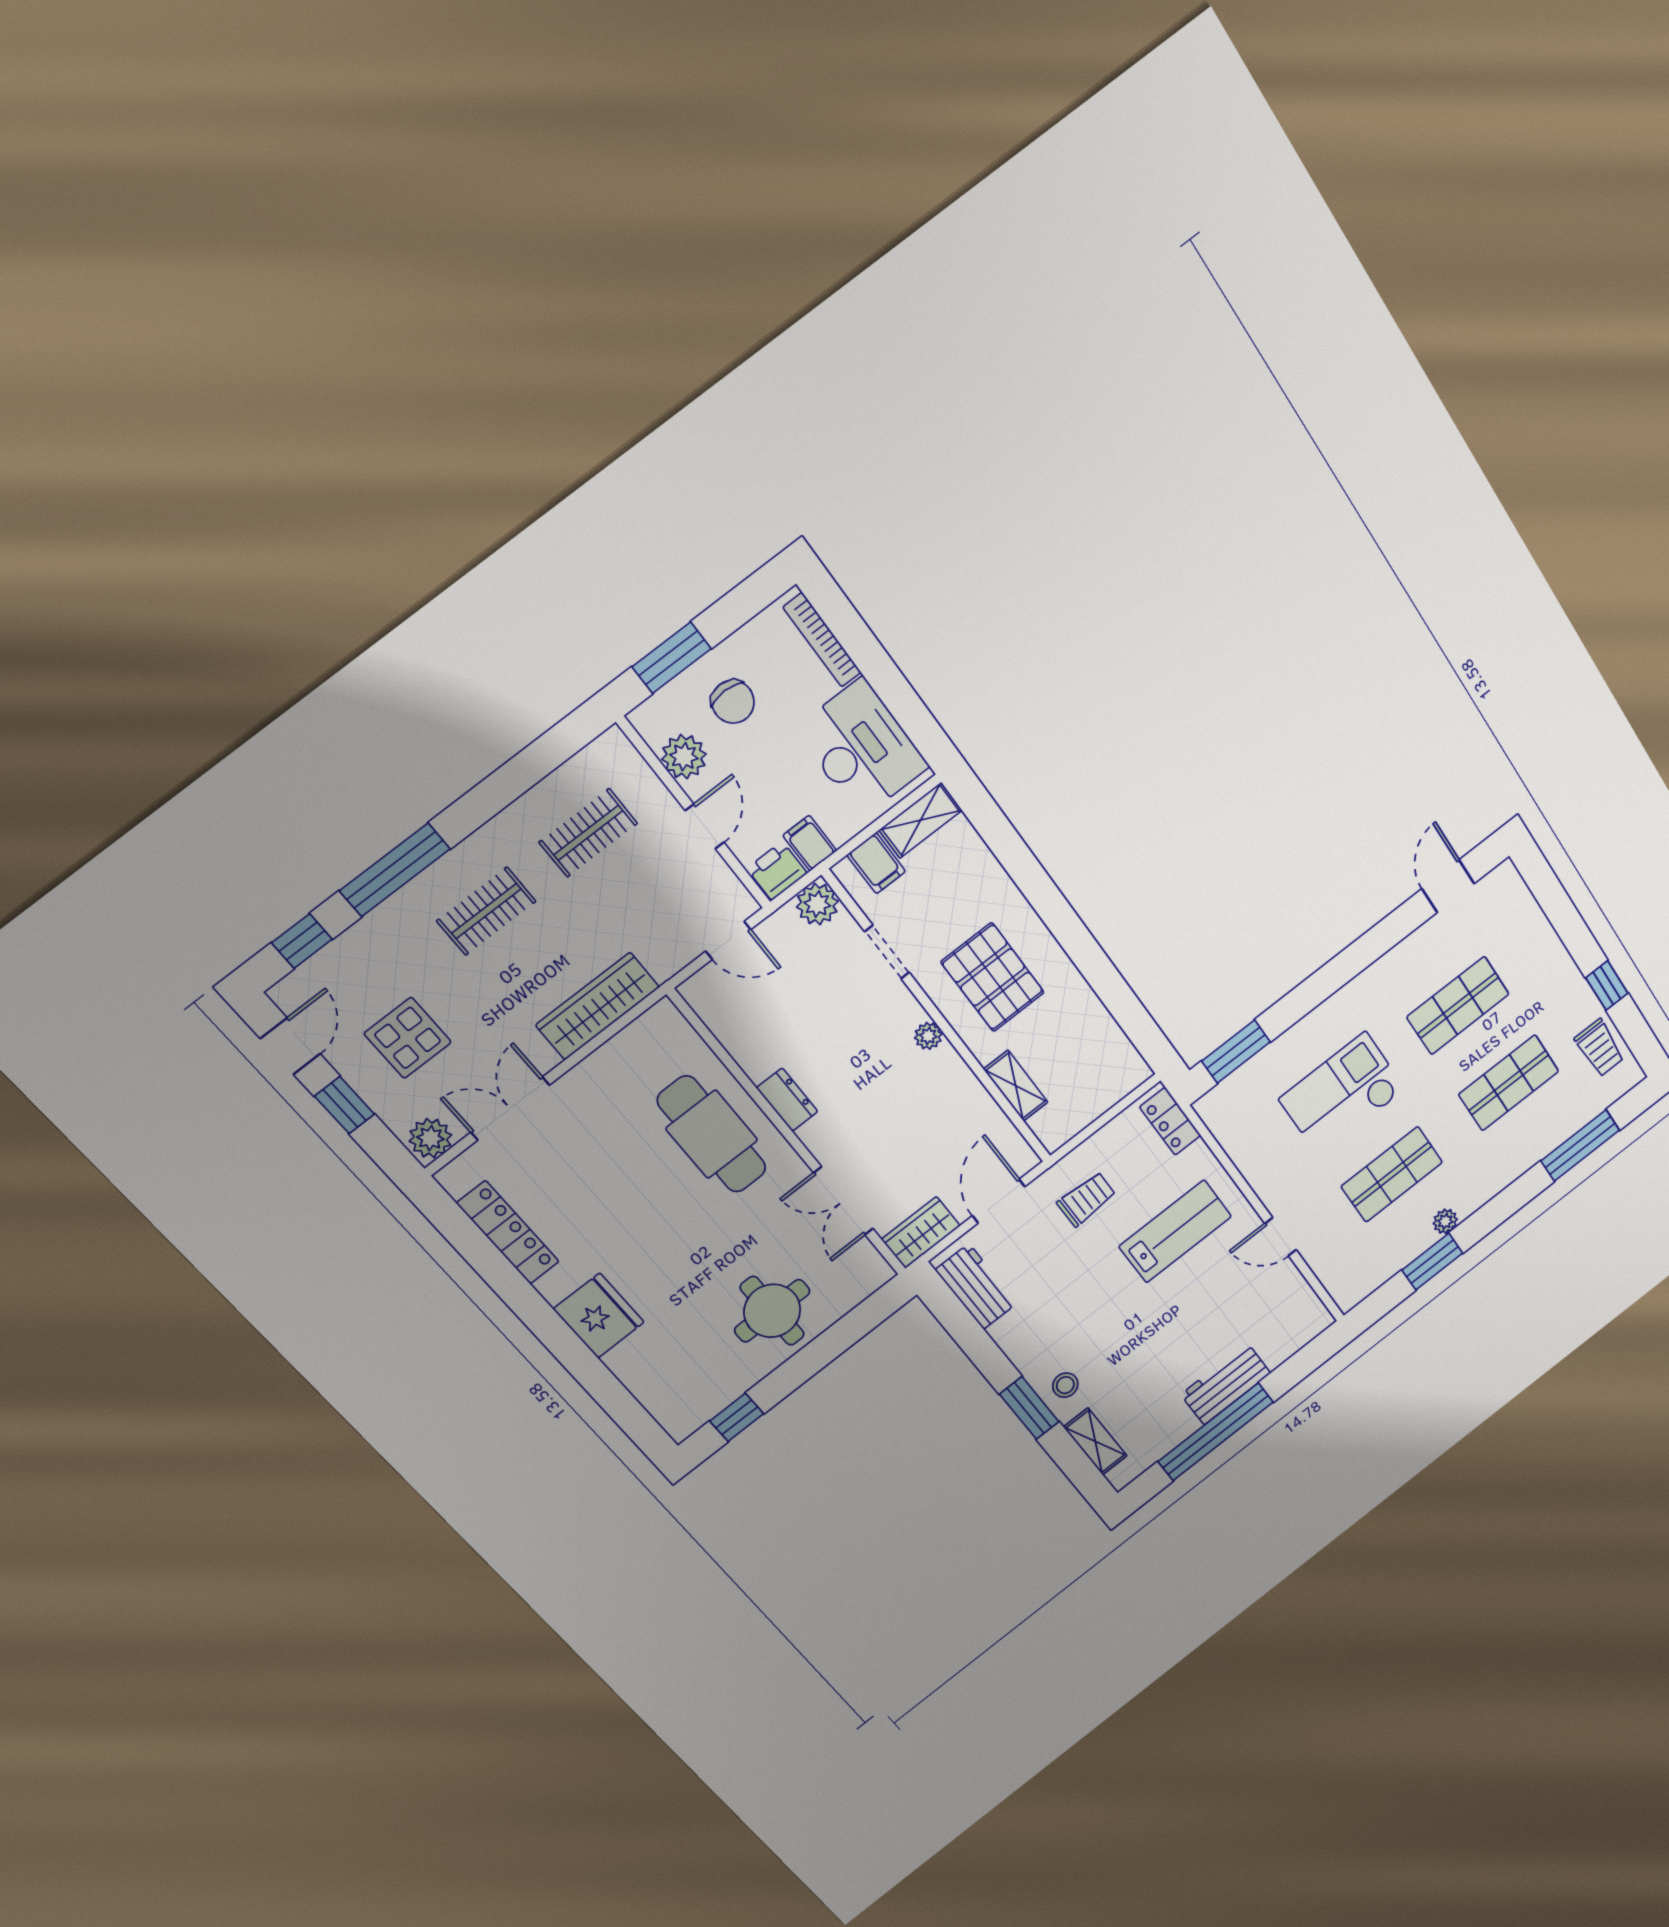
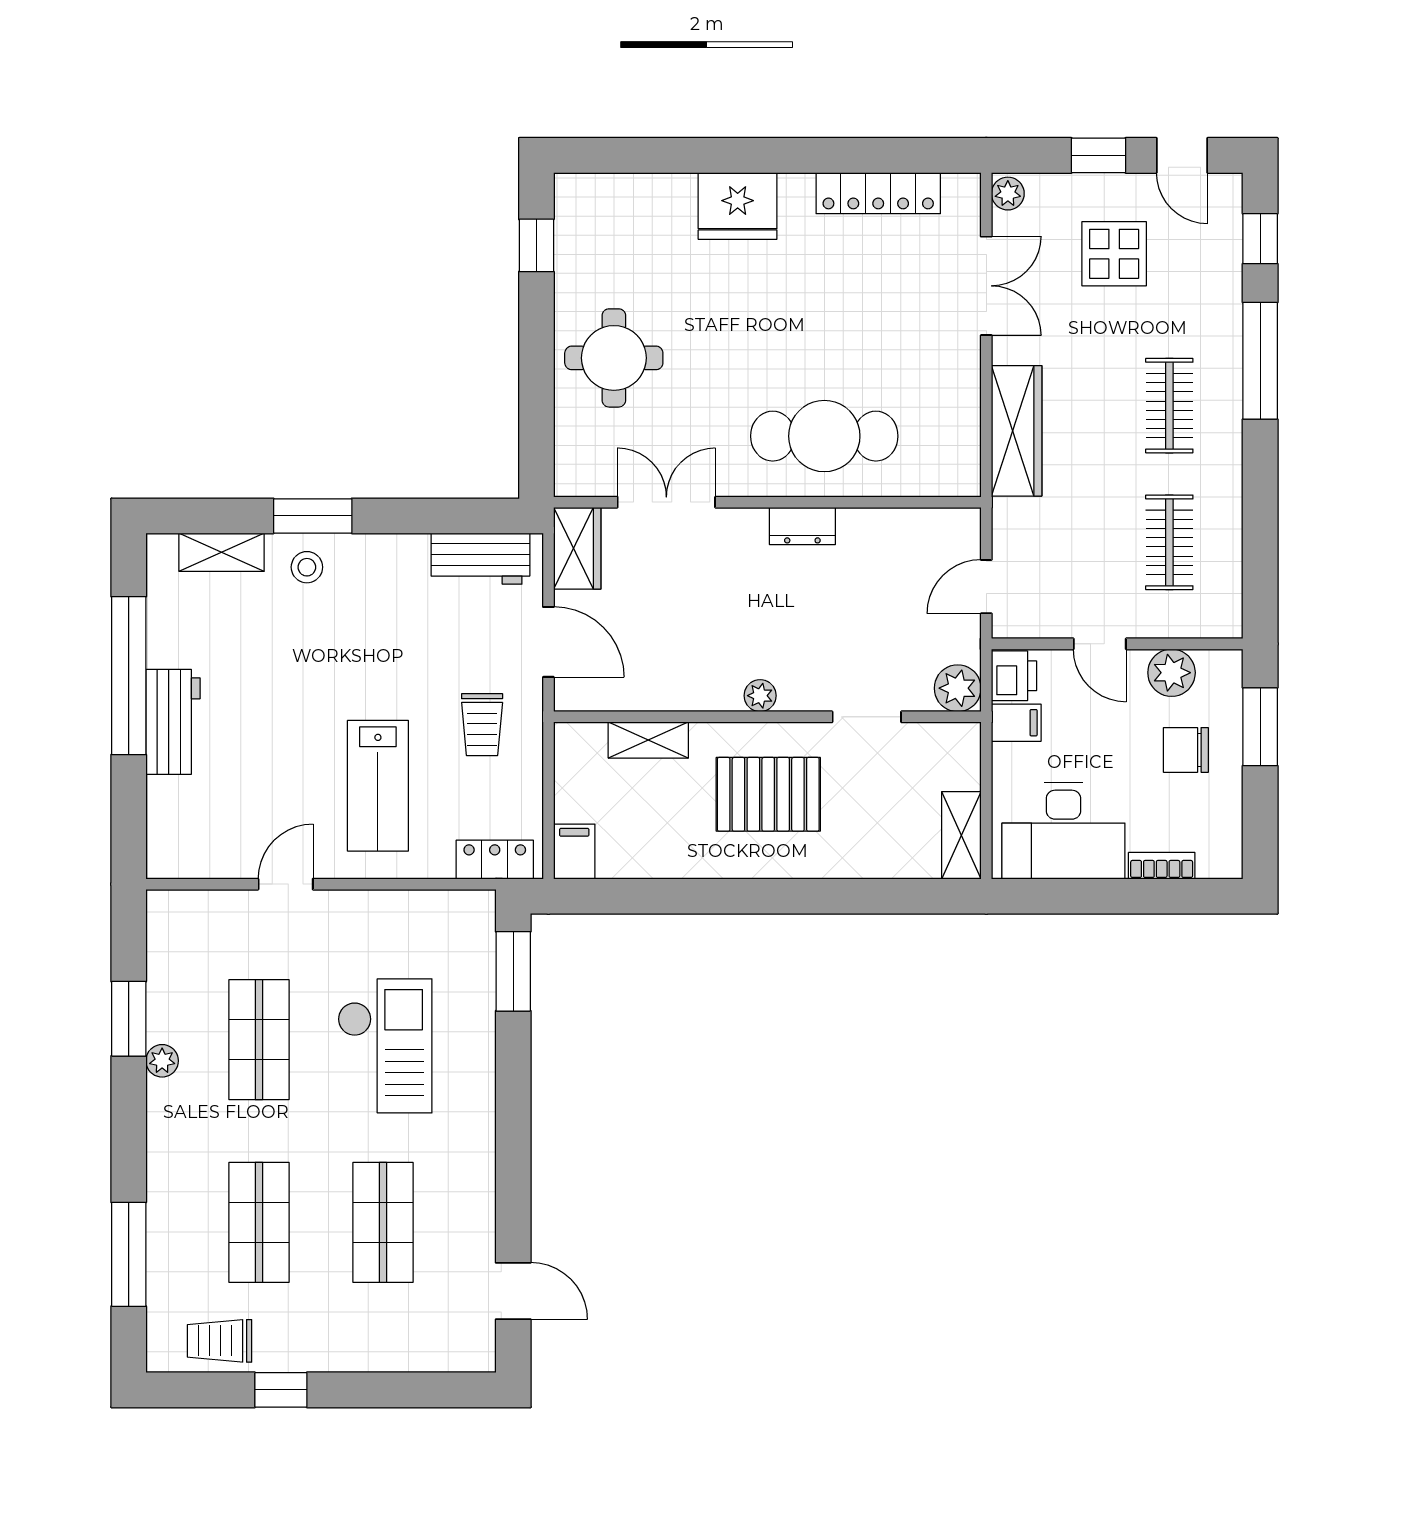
bookcase: (822, 640) -> (1162, 866), width x0.64
filing cabinet: (876, 863) -> (574, 852), moved, turned 90
plant: (430, 1138) -> (1008, 194), width x0.73, depth x0.73

